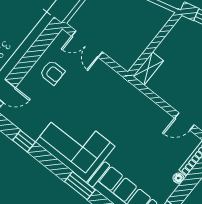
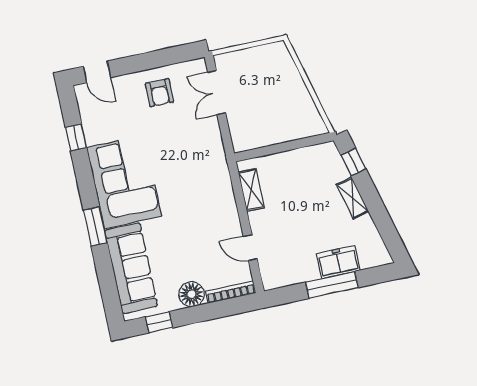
shelving: (148, 68) -> (251, 190), moved, turned 90
floor lamp: (178, 178) -> (192, 294), width x1.89, depth x1.89

